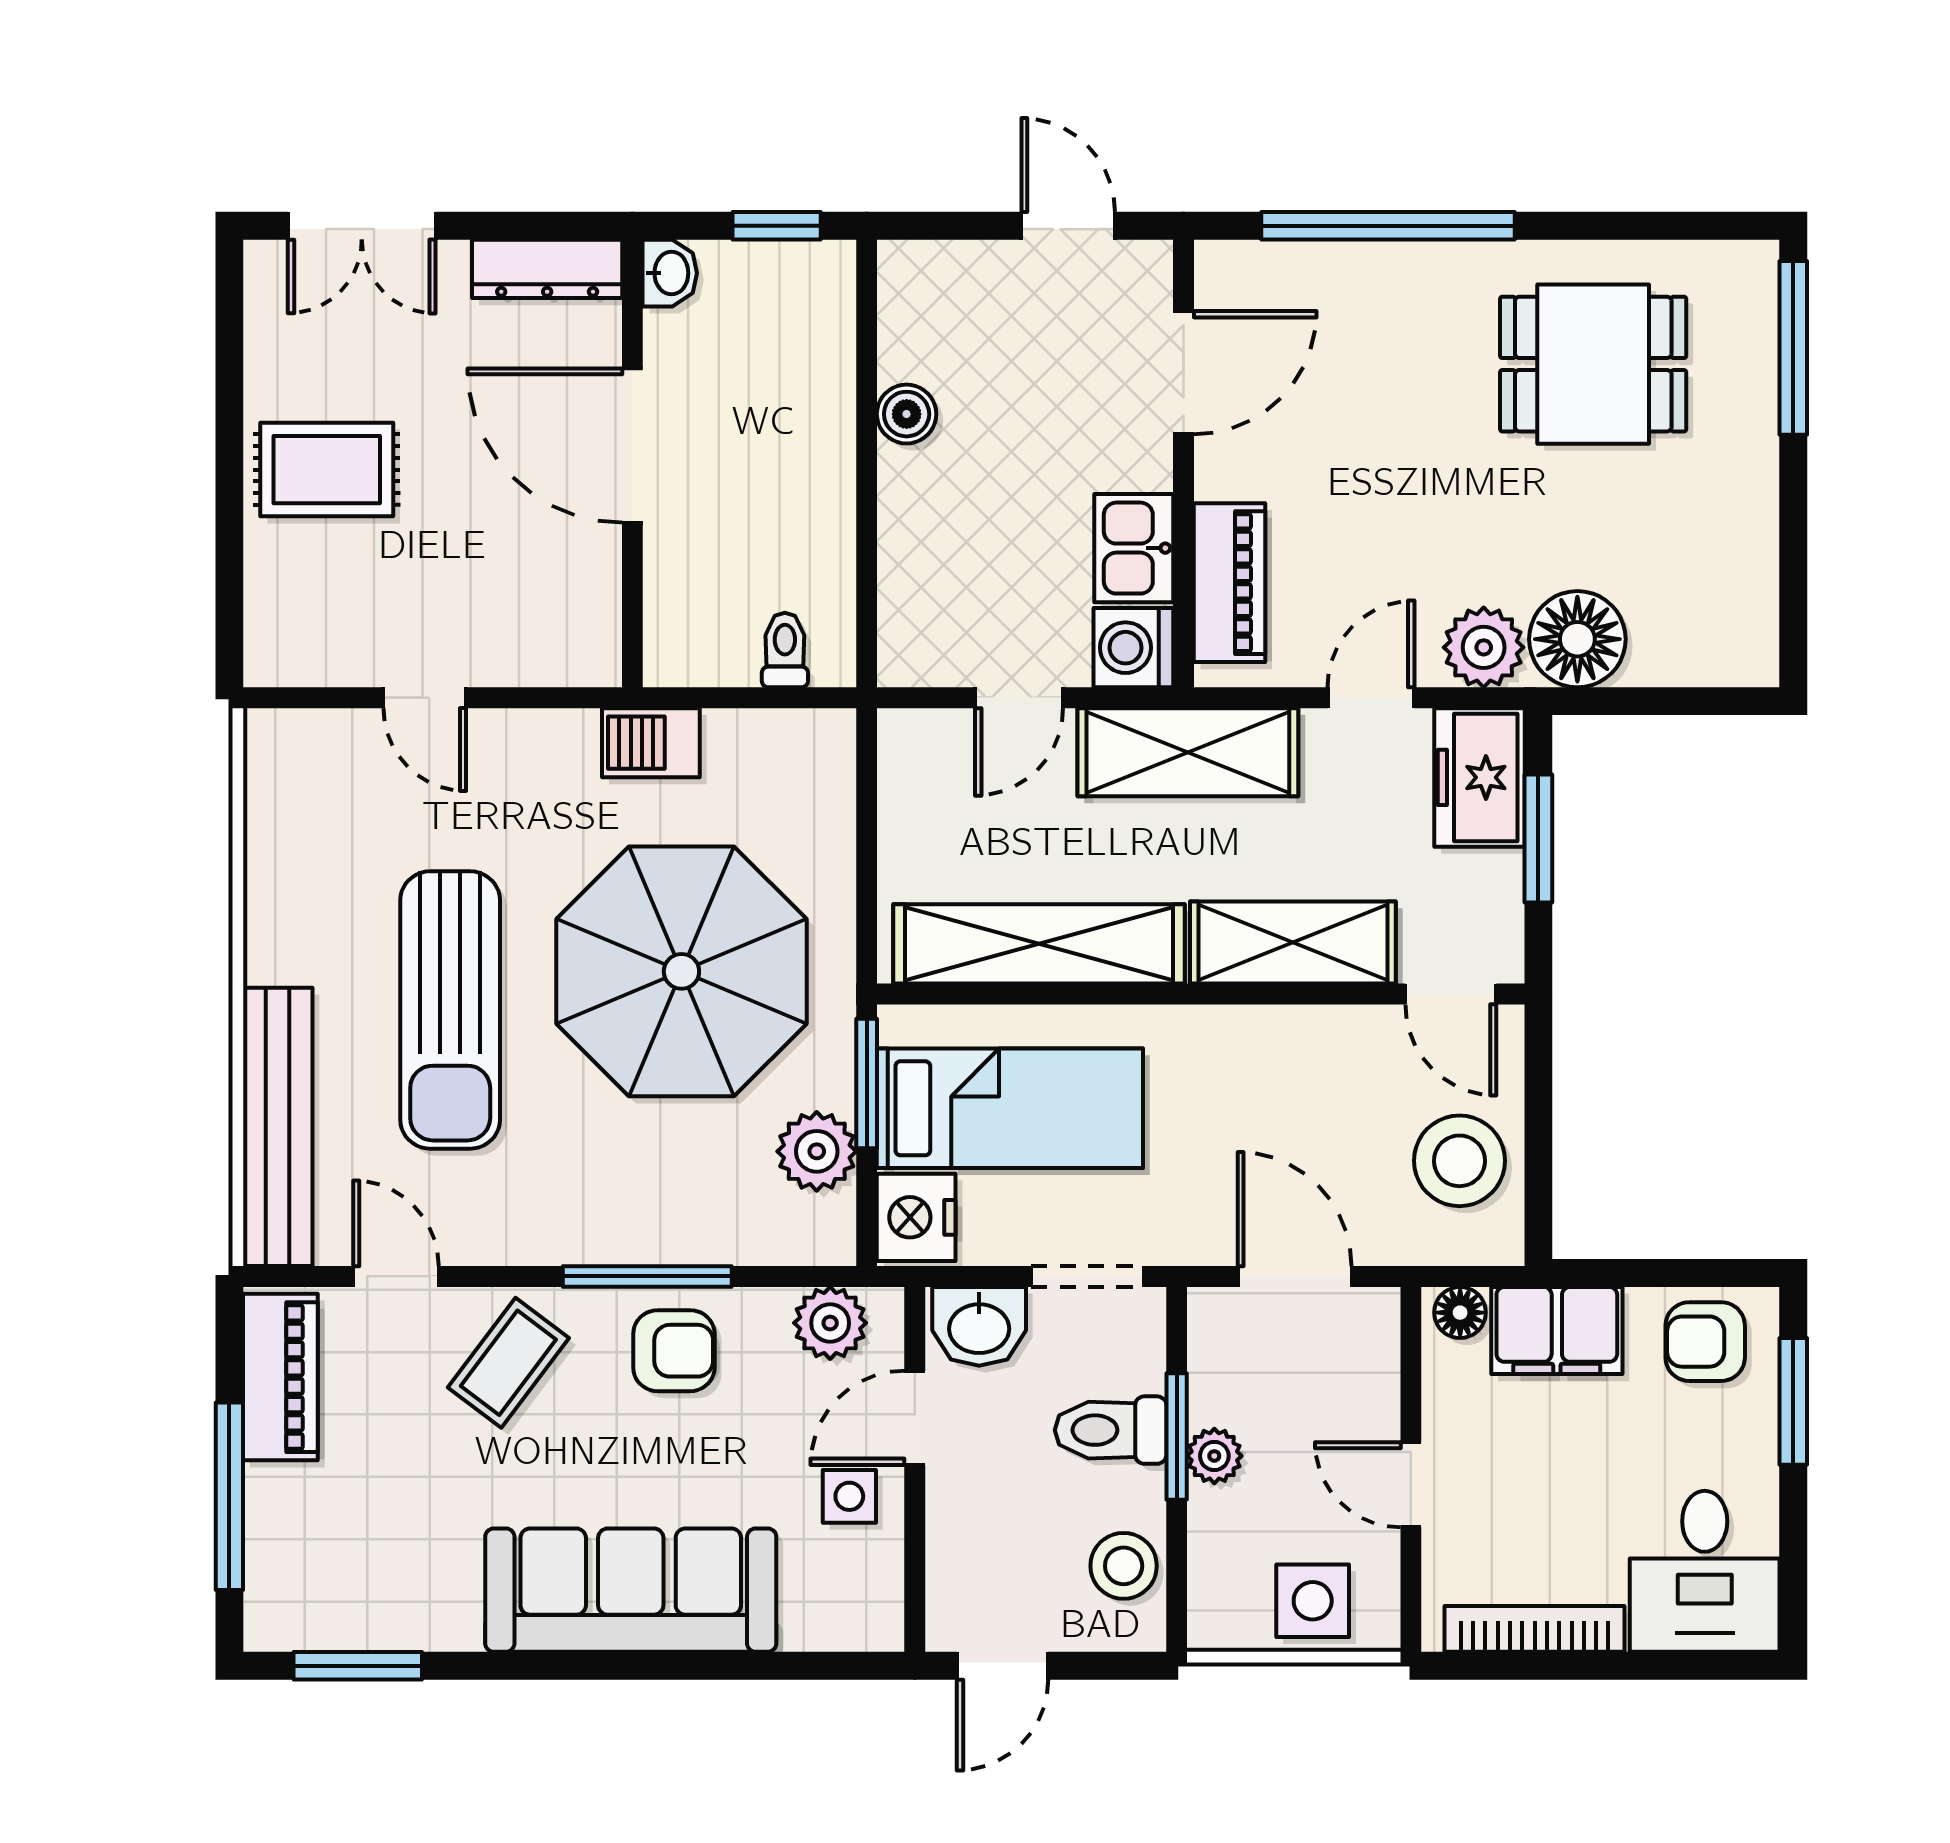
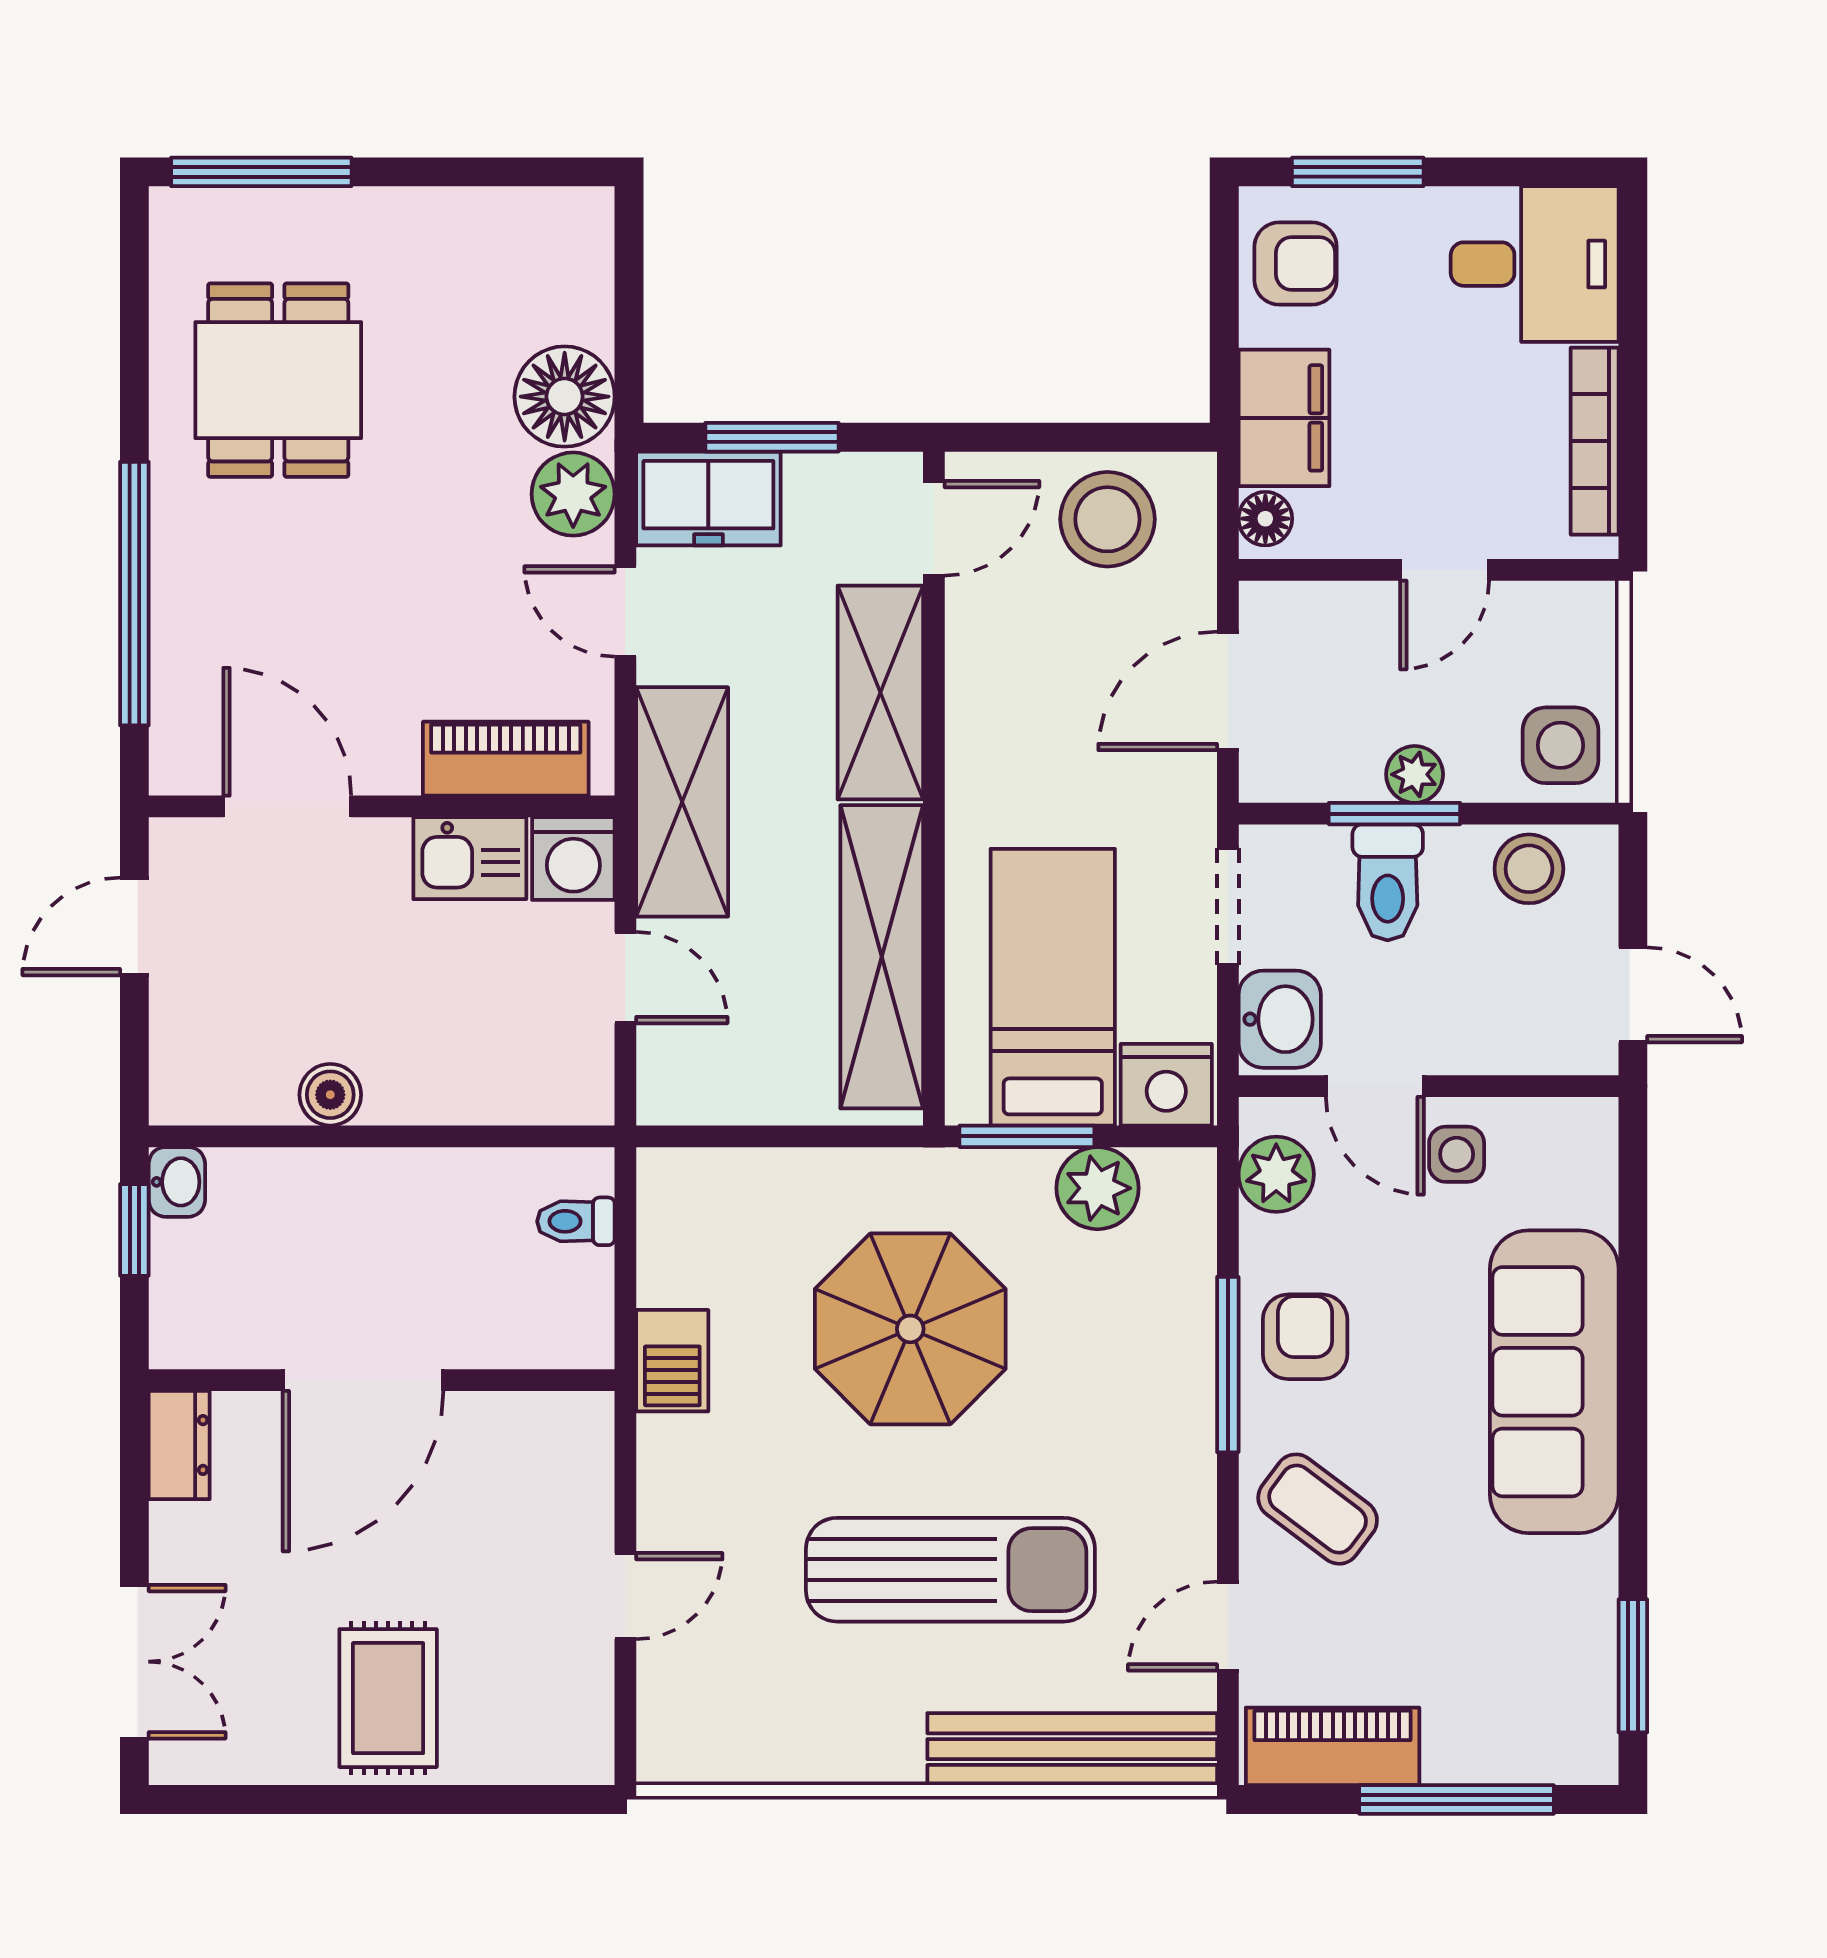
dresser: (547, 269) -> (179, 1445), width x0.70
washbasin: (670, 273) -> (177, 1182), moved, turned 90
parasol: (681, 971) -> (910, 1329), width x0.73, depth x0.73
armchair: (1705, 1342) -> (1296, 264), turned -90
side table: (1313, 1601) -> (1560, 745), moved

